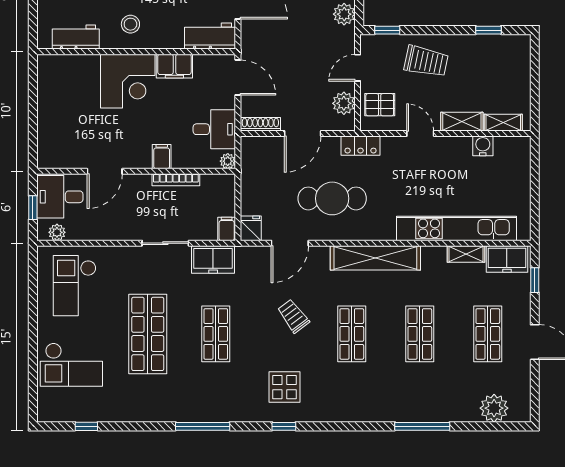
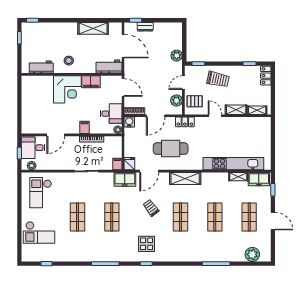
locker: (521, 54) -> (266, 76), added
water cooler: (483, 146) -> (129, 122), moved
shelving: (375, 258) -> (185, 179), width x0.68
freezer: (213, 259) -> (125, 179), moved
shop shelf: (148, 334) -> (78, 217), width x0.70, depth x0.74

